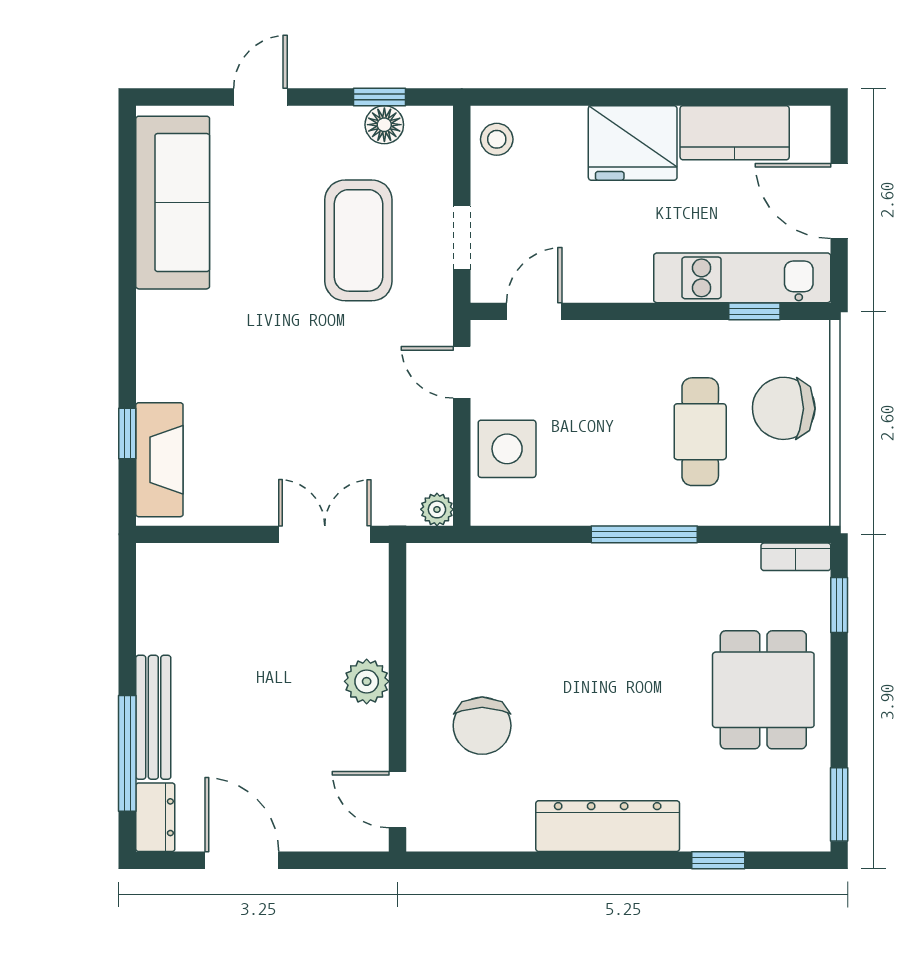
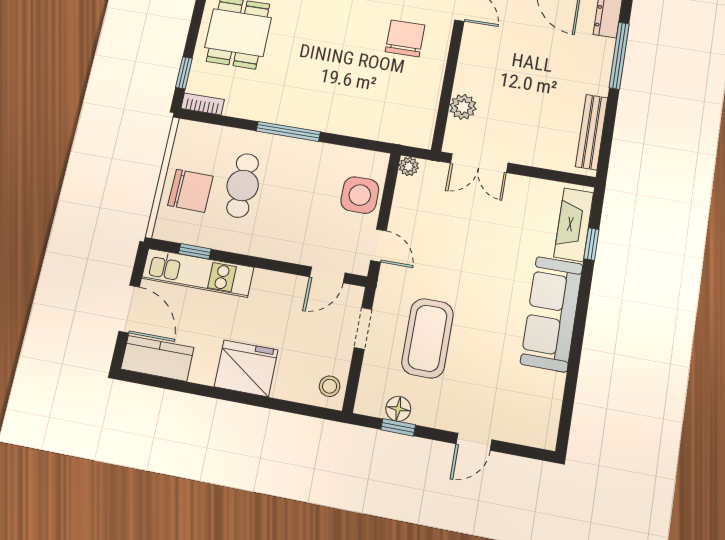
kitchen counter: (735, 133) -> (157, 358), moved
sofa: (173, 203) -> (552, 314), moved
plant: (367, 681) -> (463, 107), moved
bench: (153, 717) -> (592, 132), moved

